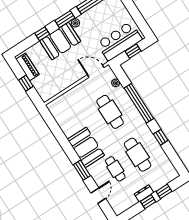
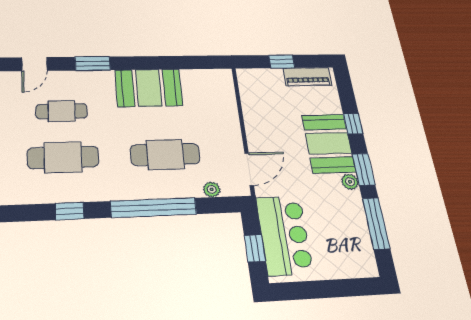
booth: (86, 147) -> (149, 88), moved
door: (98, 196) -> (34, 64), hinge flipped

